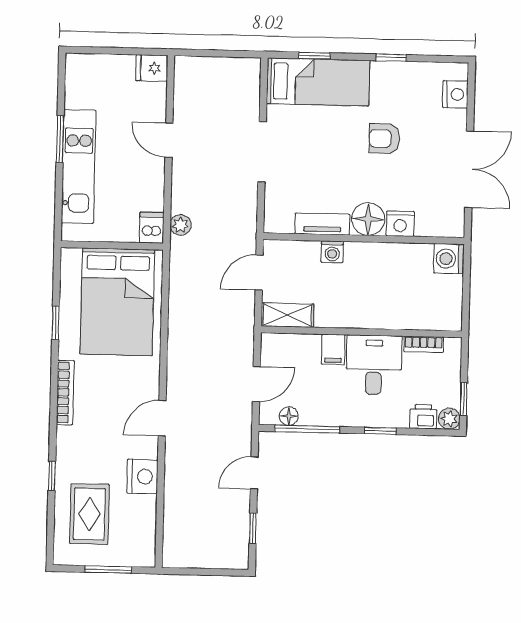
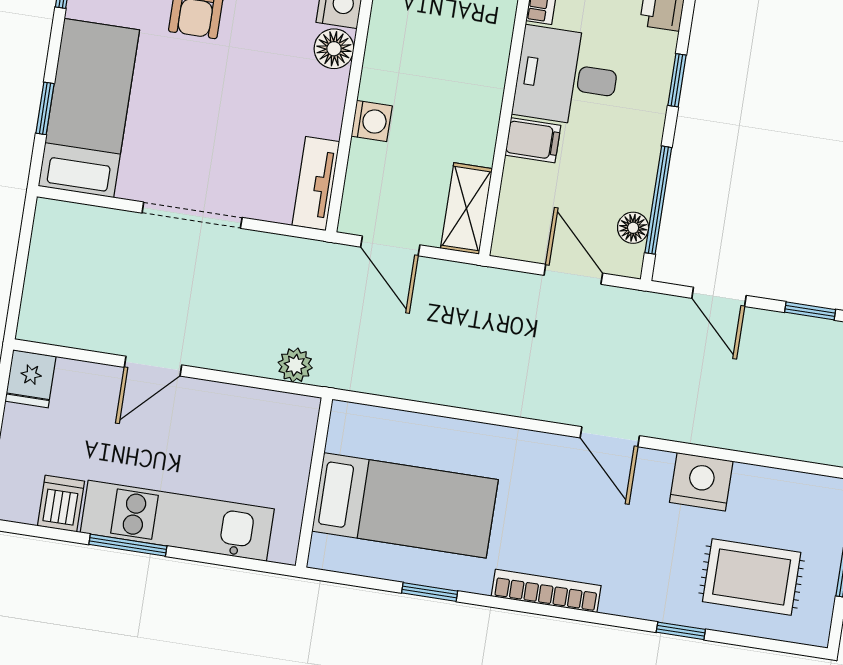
floor lamp: (368, 219) -> (334, 49), width x0.73, depth x0.73
tv unit: (322, 224) -> (316, 184), moved
dishwasher: (152, 228) -> (61, 504), moved, turned 90
bed: (117, 302) -> (405, 505), width x0.67

